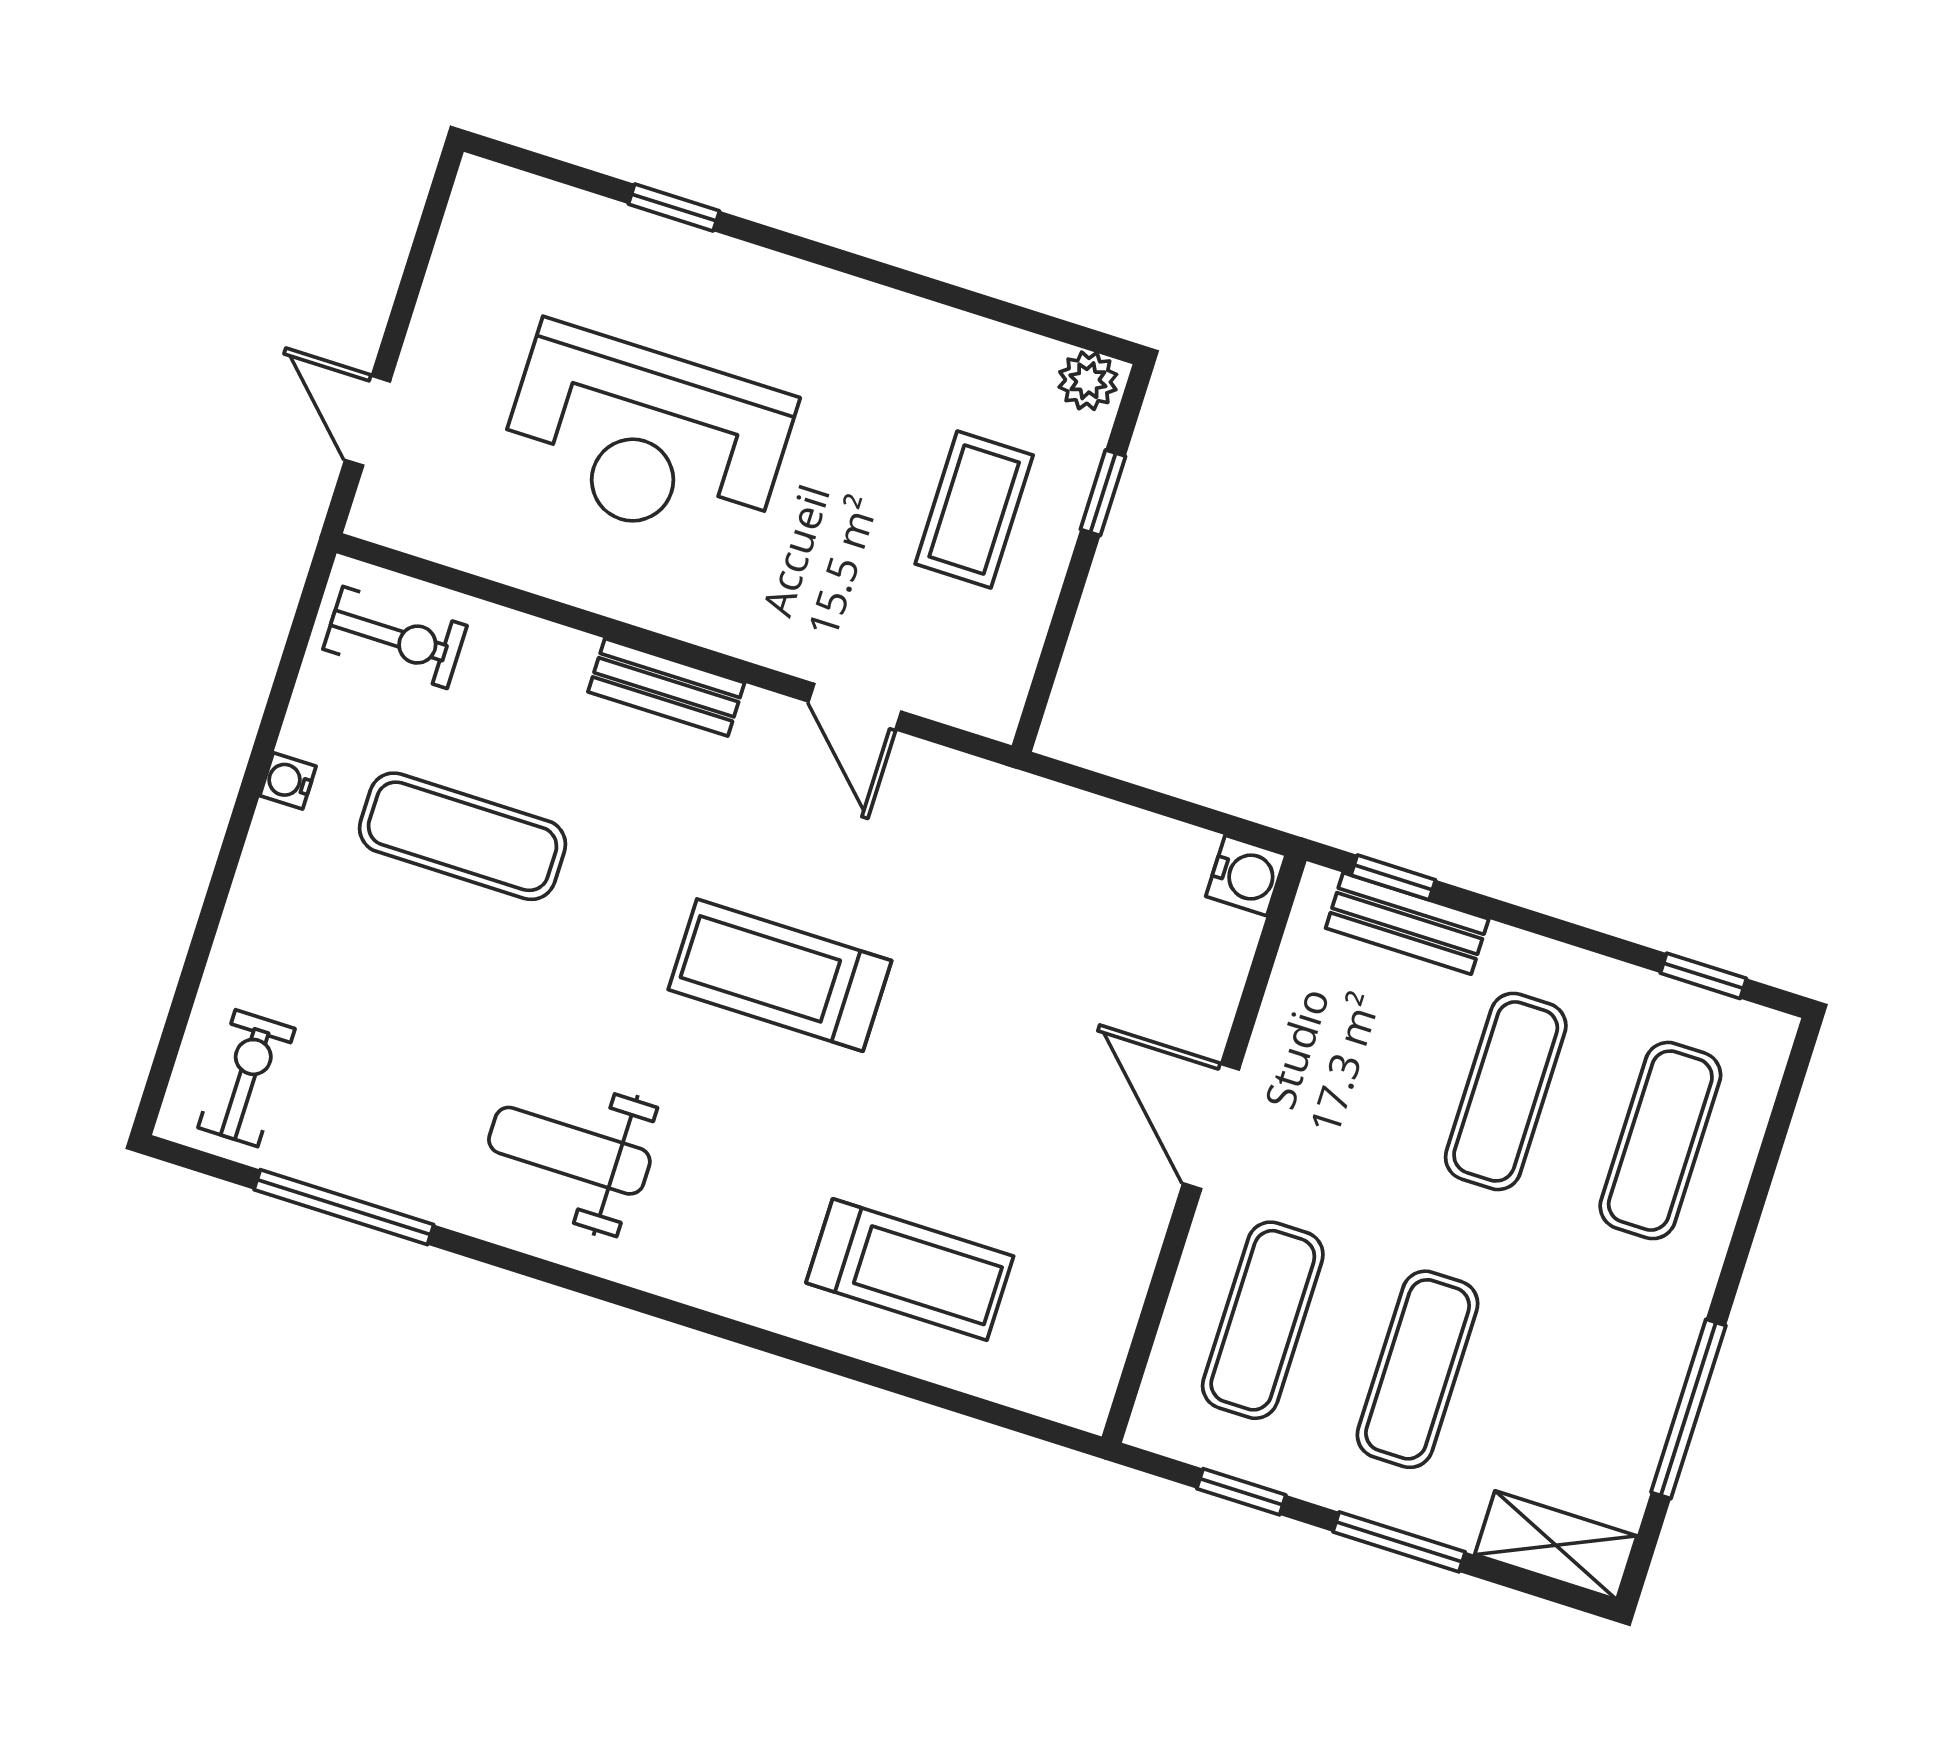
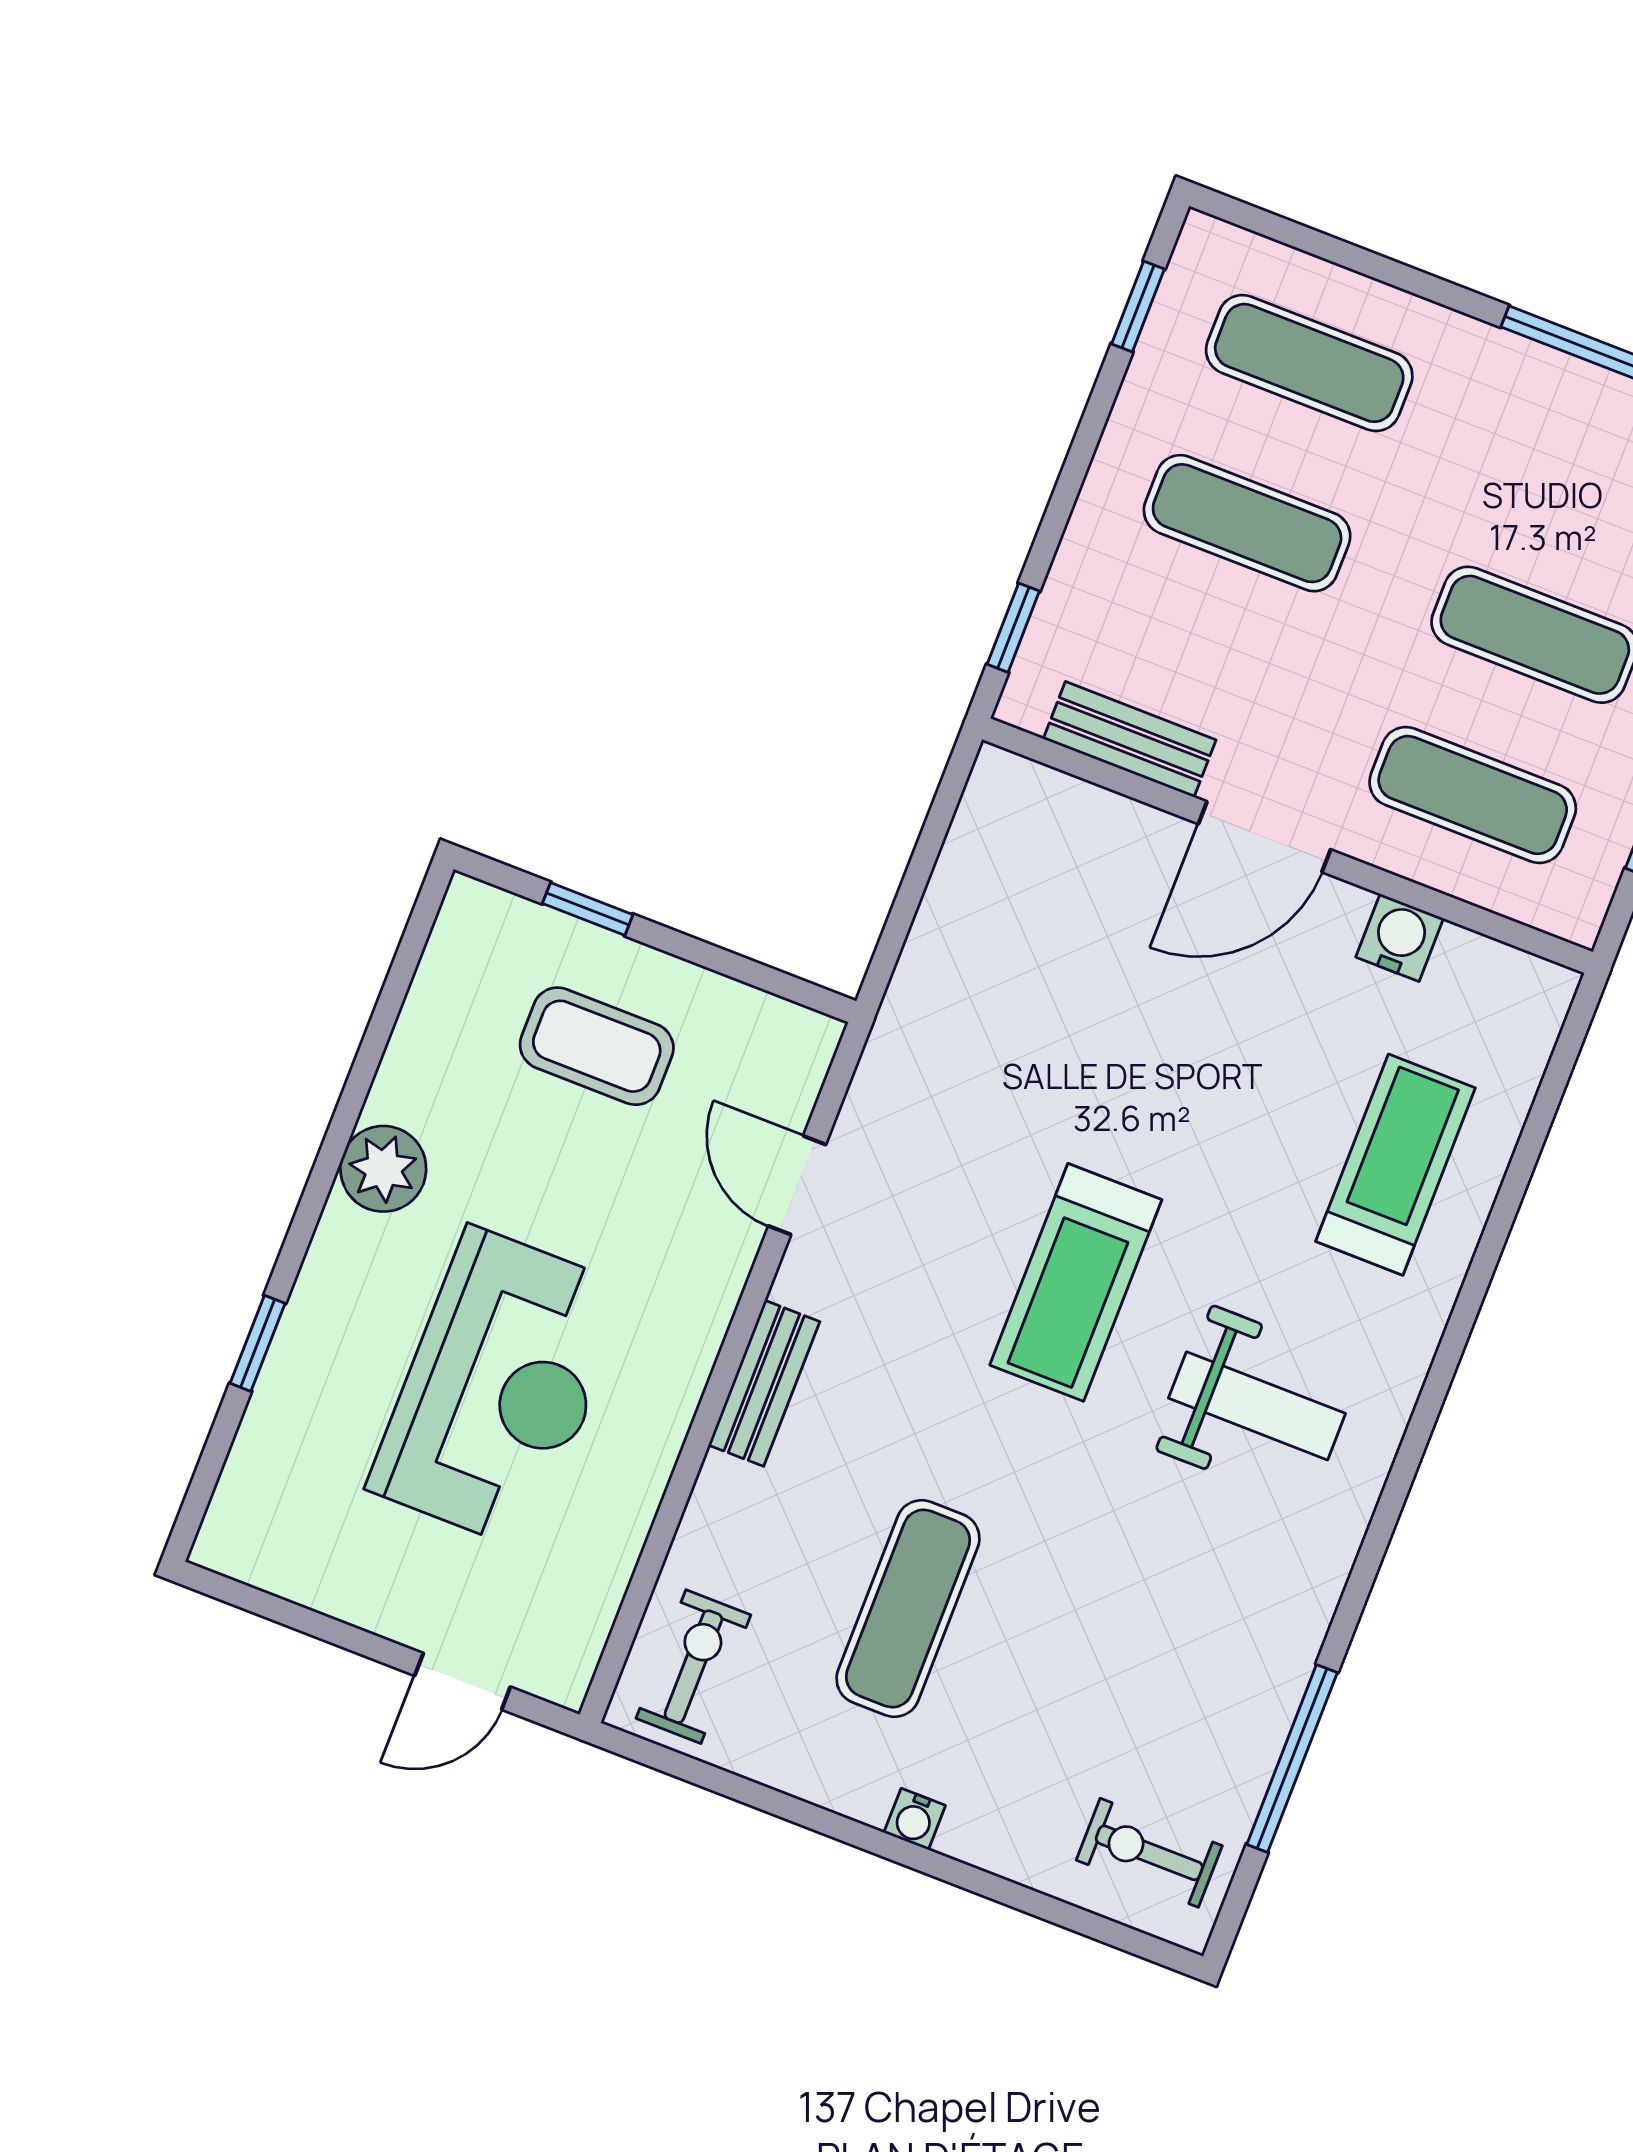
plant: (1088, 381) -> (383, 1169), moved, width x1.38, depth x1.38
door: (855, 707) -> (797, 1185), swing flipped
water cooler: (288, 781) -> (915, 1819), moved
water cooler: (1246, 875) -> (1400, 938), moved
bench: (1407, 923) -> (1130, 739), moved, turned 90
weight bench: (569, 1151) -> (1257, 1406), moved, turned -90

